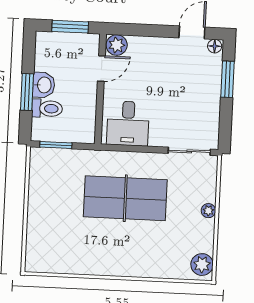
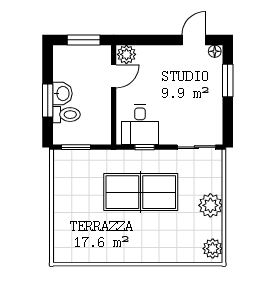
window: (132, 149) -> (145, 147), added
plant: (208, 211) -> (210, 205), width x1.87, depth x1.87

